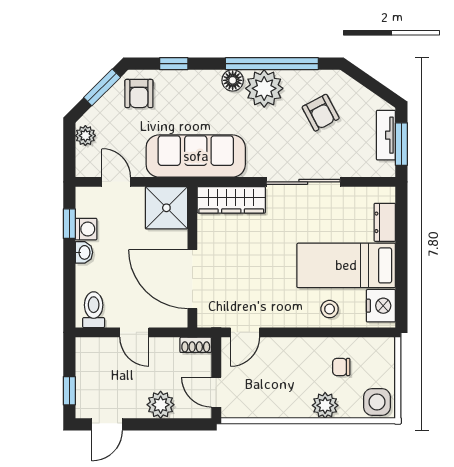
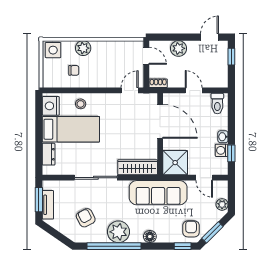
window: (174, 64) -> (183, 246), moved
floor lamp: (233, 80) -> (150, 237), moved

